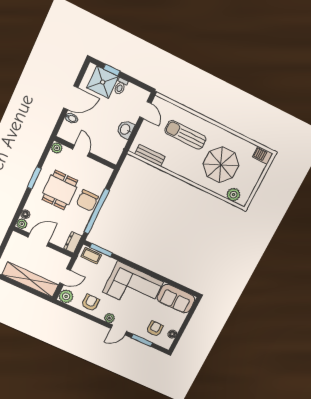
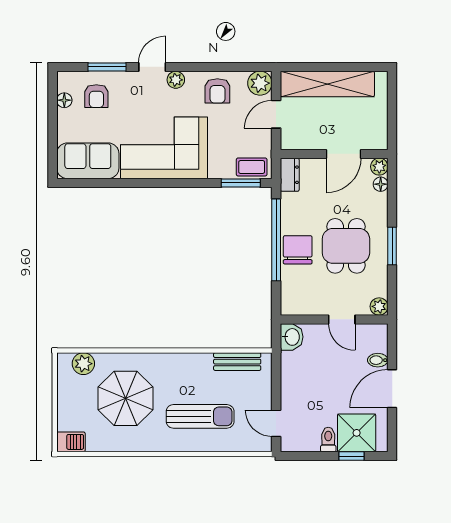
washbasin: (125, 129) -> (292, 337), moved

